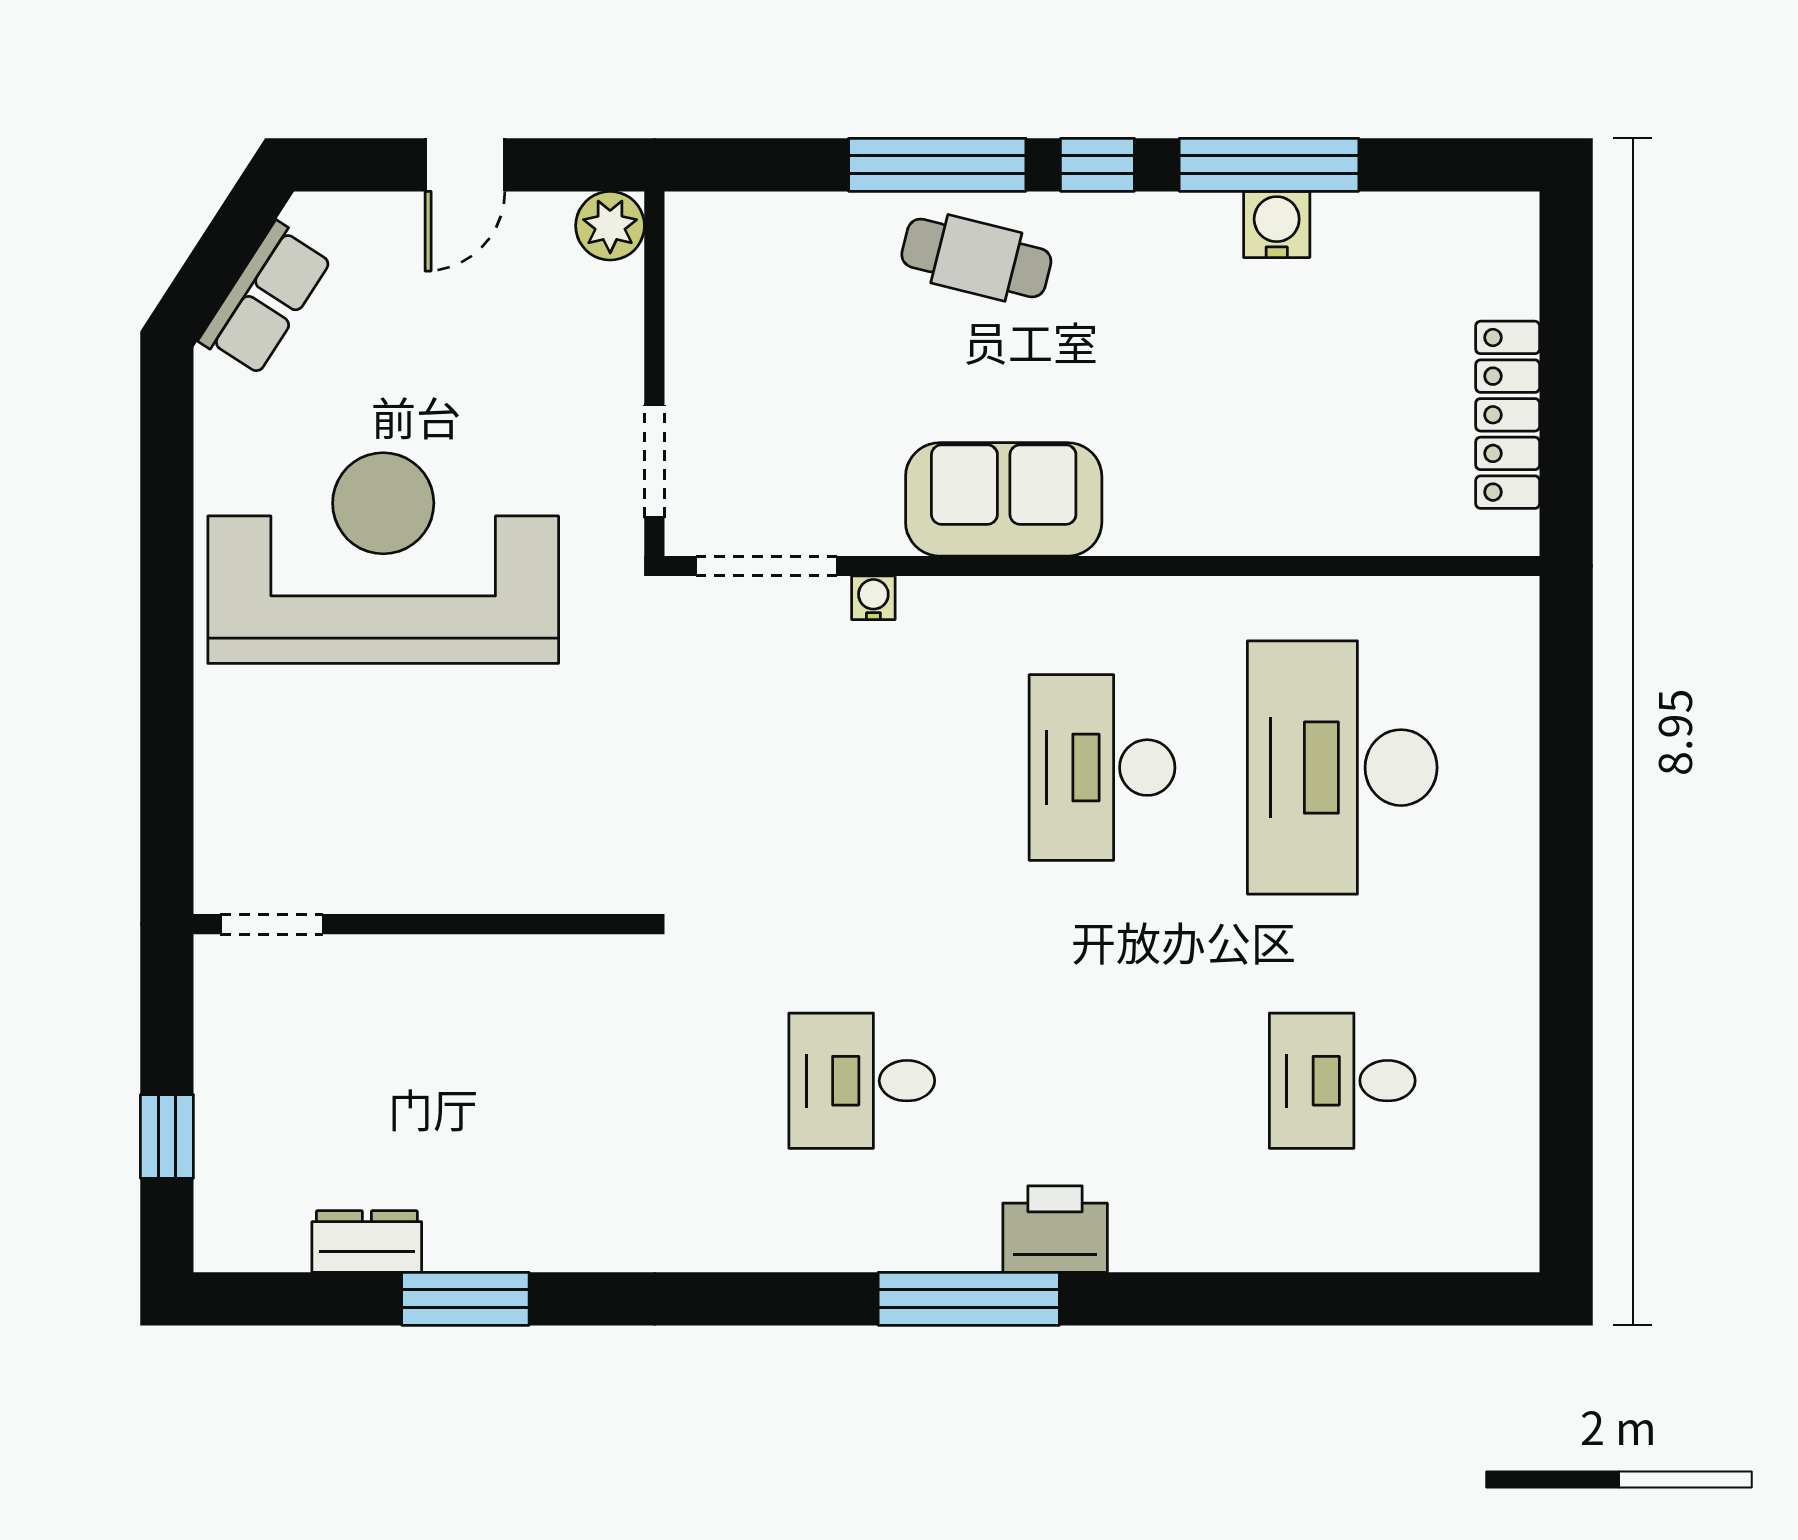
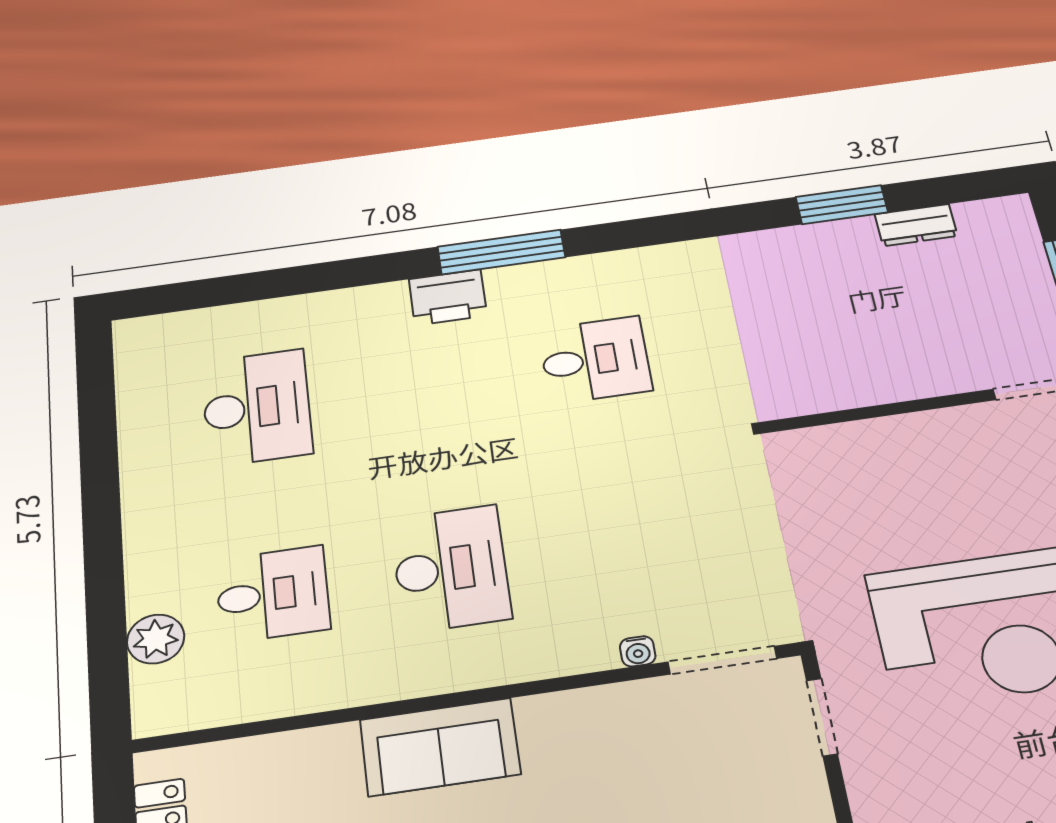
sofa: (1004, 499) -> (440, 747), moved
plant: (1502, 724) -> (156, 639), added
desk: (1342, 768) -> (273, 594), width x0.53, depth x0.77
desk: (1342, 1081) -> (257, 408), width x1.37

